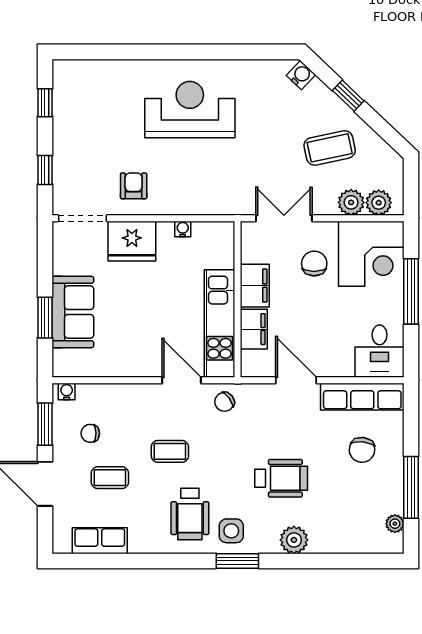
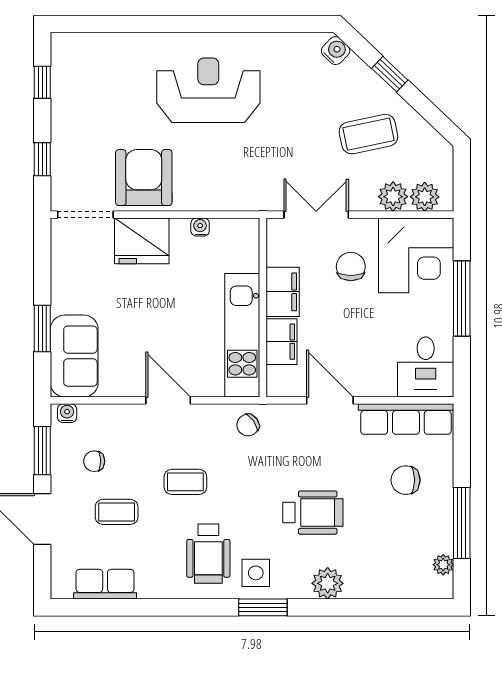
armchair: (134, 186) -> (144, 178), width x1.88, depth x1.88
sofa: (73, 312) -> (74, 356), moved
door: (182, 380) -> (168, 400), moved
chair: (362, 450) -> (406, 480), turned 83

